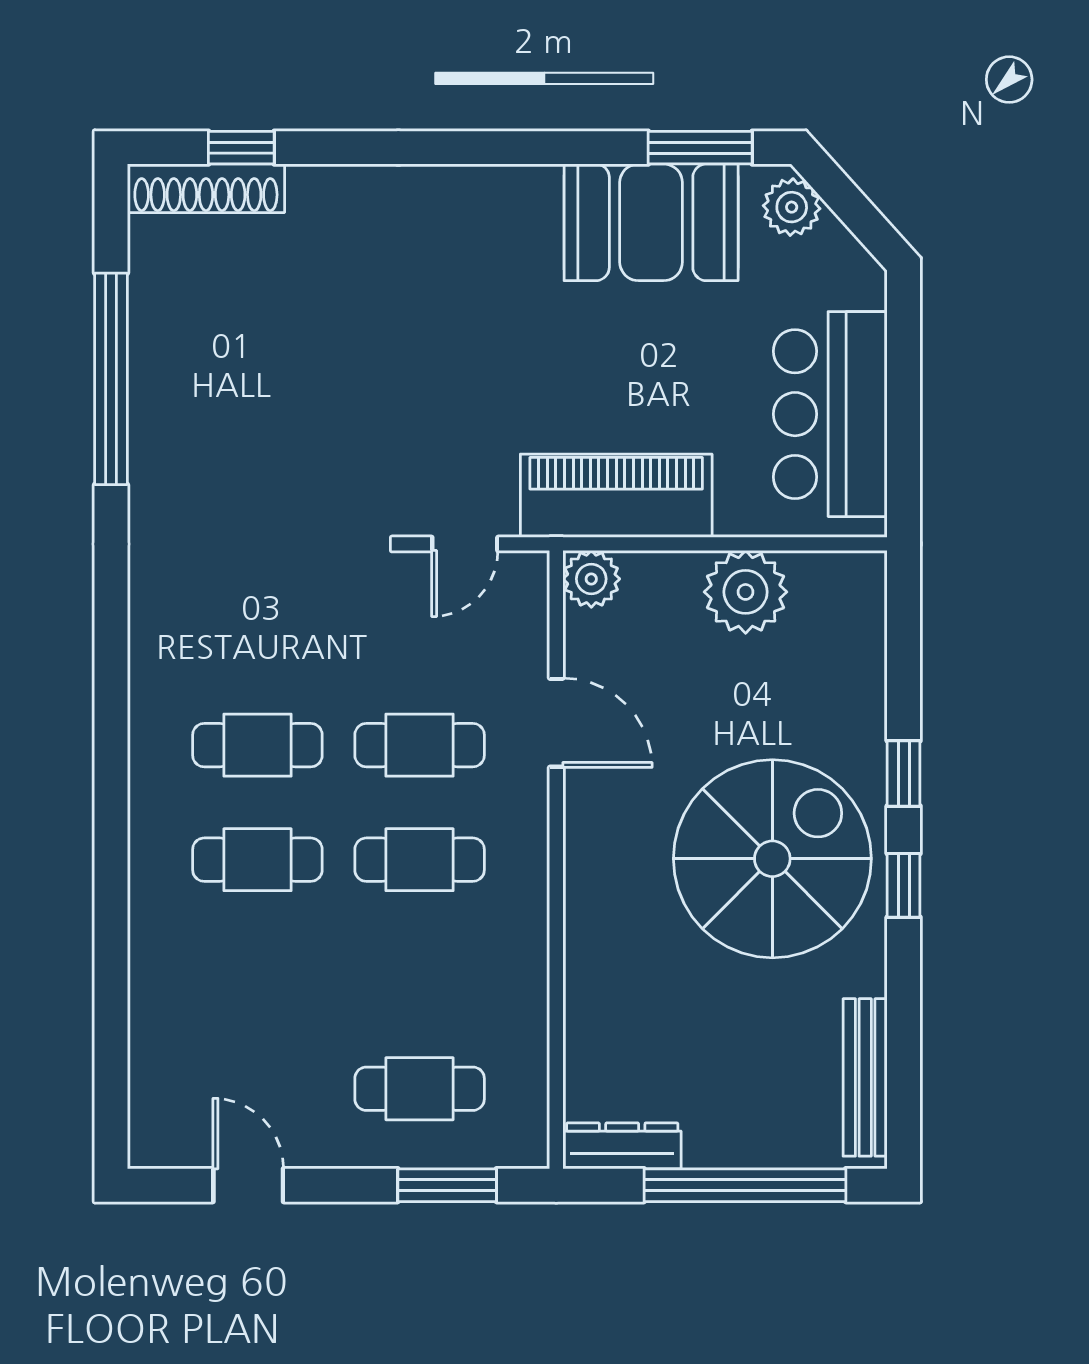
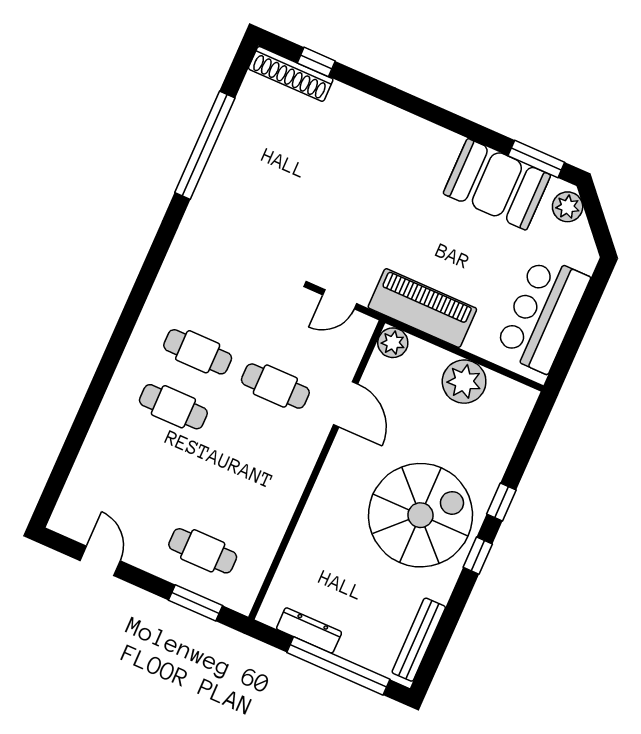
cafe table: (420, 860) -> (251, 441), removed
dresser: (622, 1146) -> (309, 630), moved

